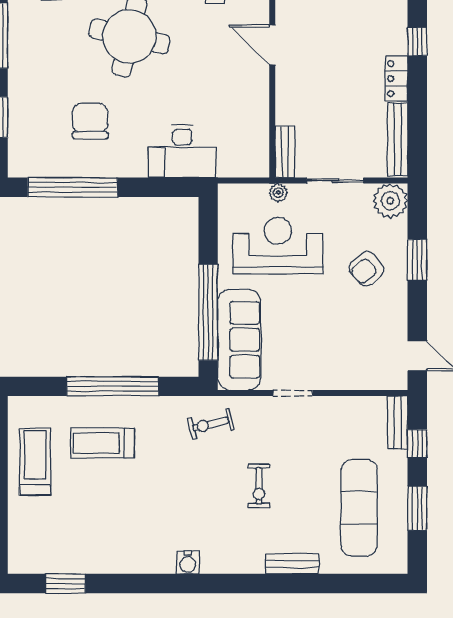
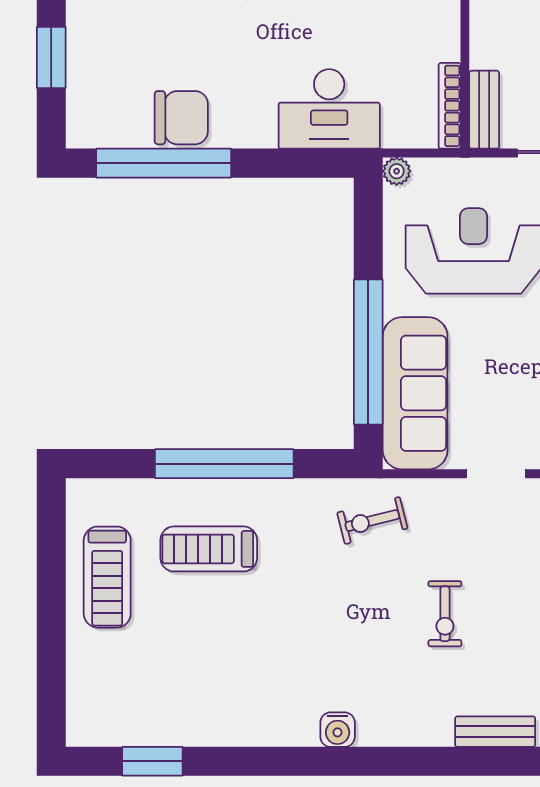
chair: (90, 121) -> (181, 118), moved, turned 90
bookcase: (262, 149) -> (450, 106), added
plant: (278, 193) -> (397, 171), moved
treadmill: (35, 461) -> (107, 577), turned 180

